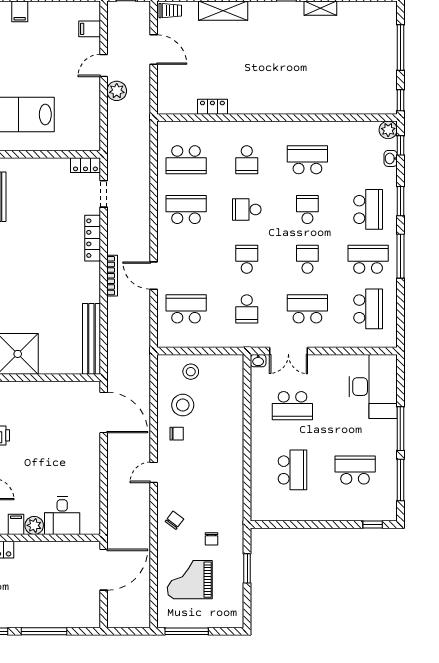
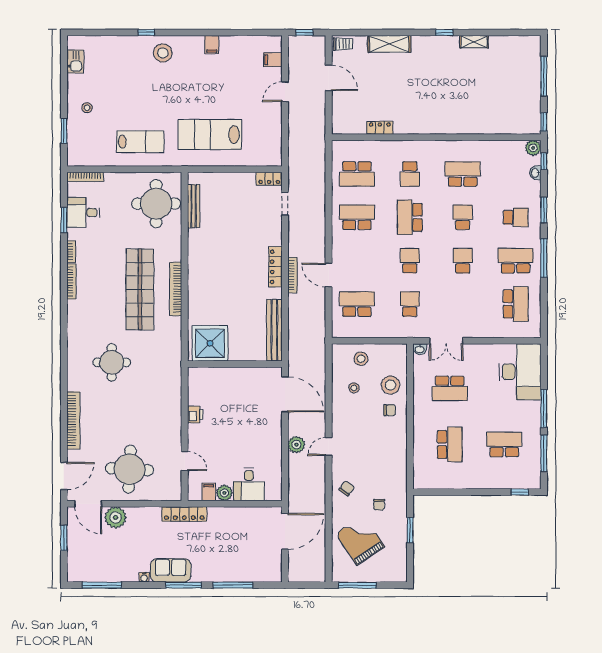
plant: (117, 91) -> (296, 445), moved
school desk: (247, 209) -> (410, 217), width x1.85
school desk: (368, 209) -> (516, 217), width x0.54
locker: (93, 238) -> (275, 267), moved
school desk: (247, 309) -> (410, 304), turned 180
school desk: (307, 309) -> (463, 304), removed
stool: (225, 402) -> (390, 385), added
stool: (183, 405) -> (354, 388), width x0.53, depth x0.53
chair: (177, 434) -> (390, 410), moved
grand piano: (190, 580) -> (360, 540), turned 56

